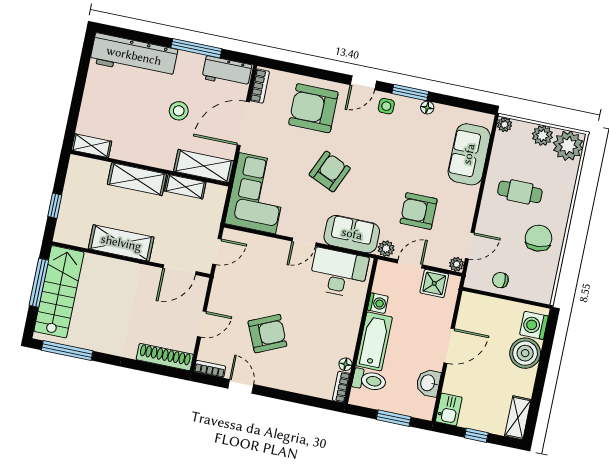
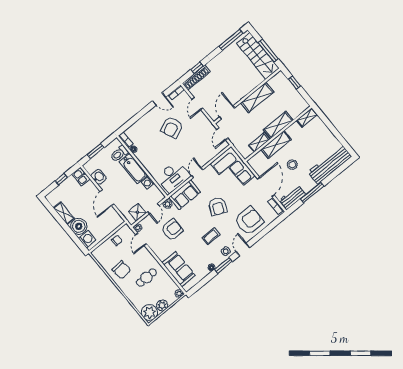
coffee table: (382, 146) -> (211, 236), added
shelving: (204, 166) -> (276, 145), moved
window: (149, 367) -> (197, 68), added
shelving: (518, 418) -> (64, 213), moved

